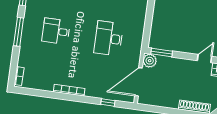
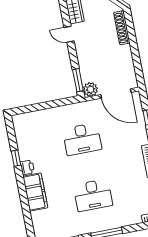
desk: (56, 31) -> (93, 195), width x1.37

